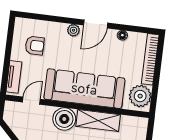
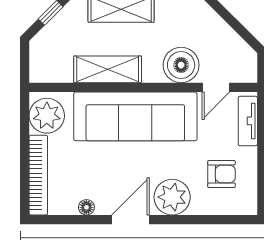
plant: (74, 30) -> (172, 197), width x1.87, depth x1.87
armchair: (35, 46) -> (222, 174), turned 180
boiler: (64, 119) -> (181, 65), moved

